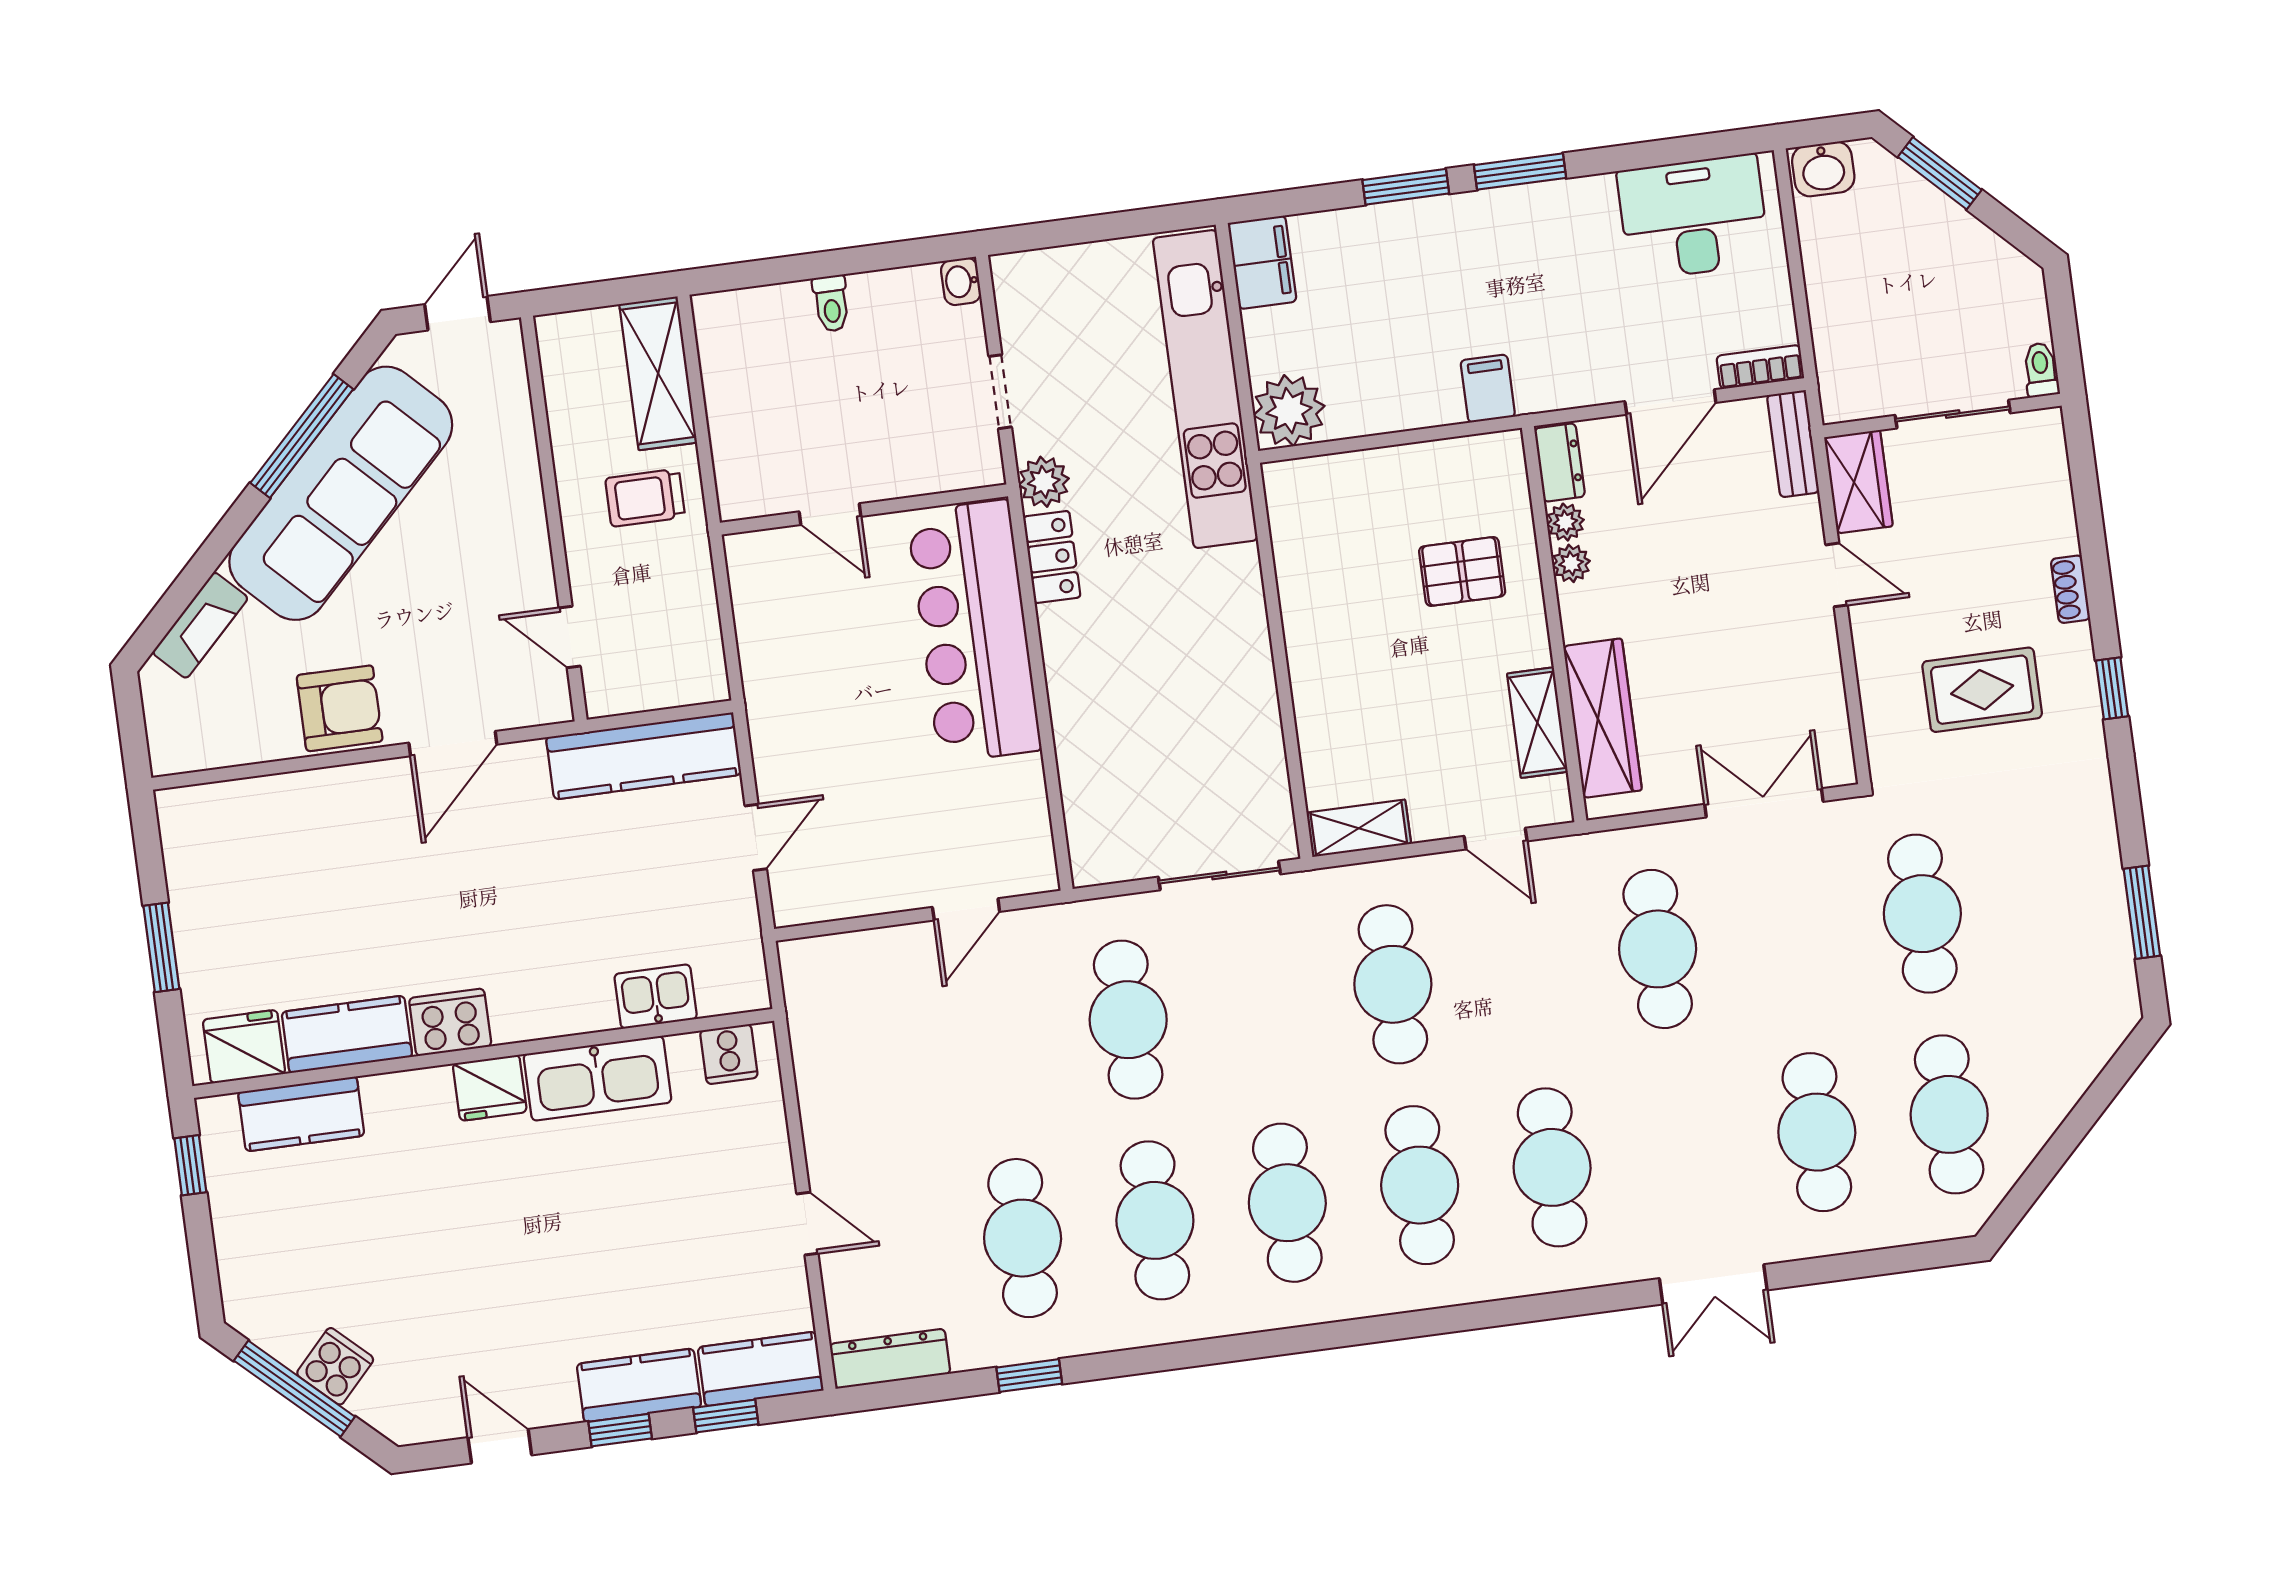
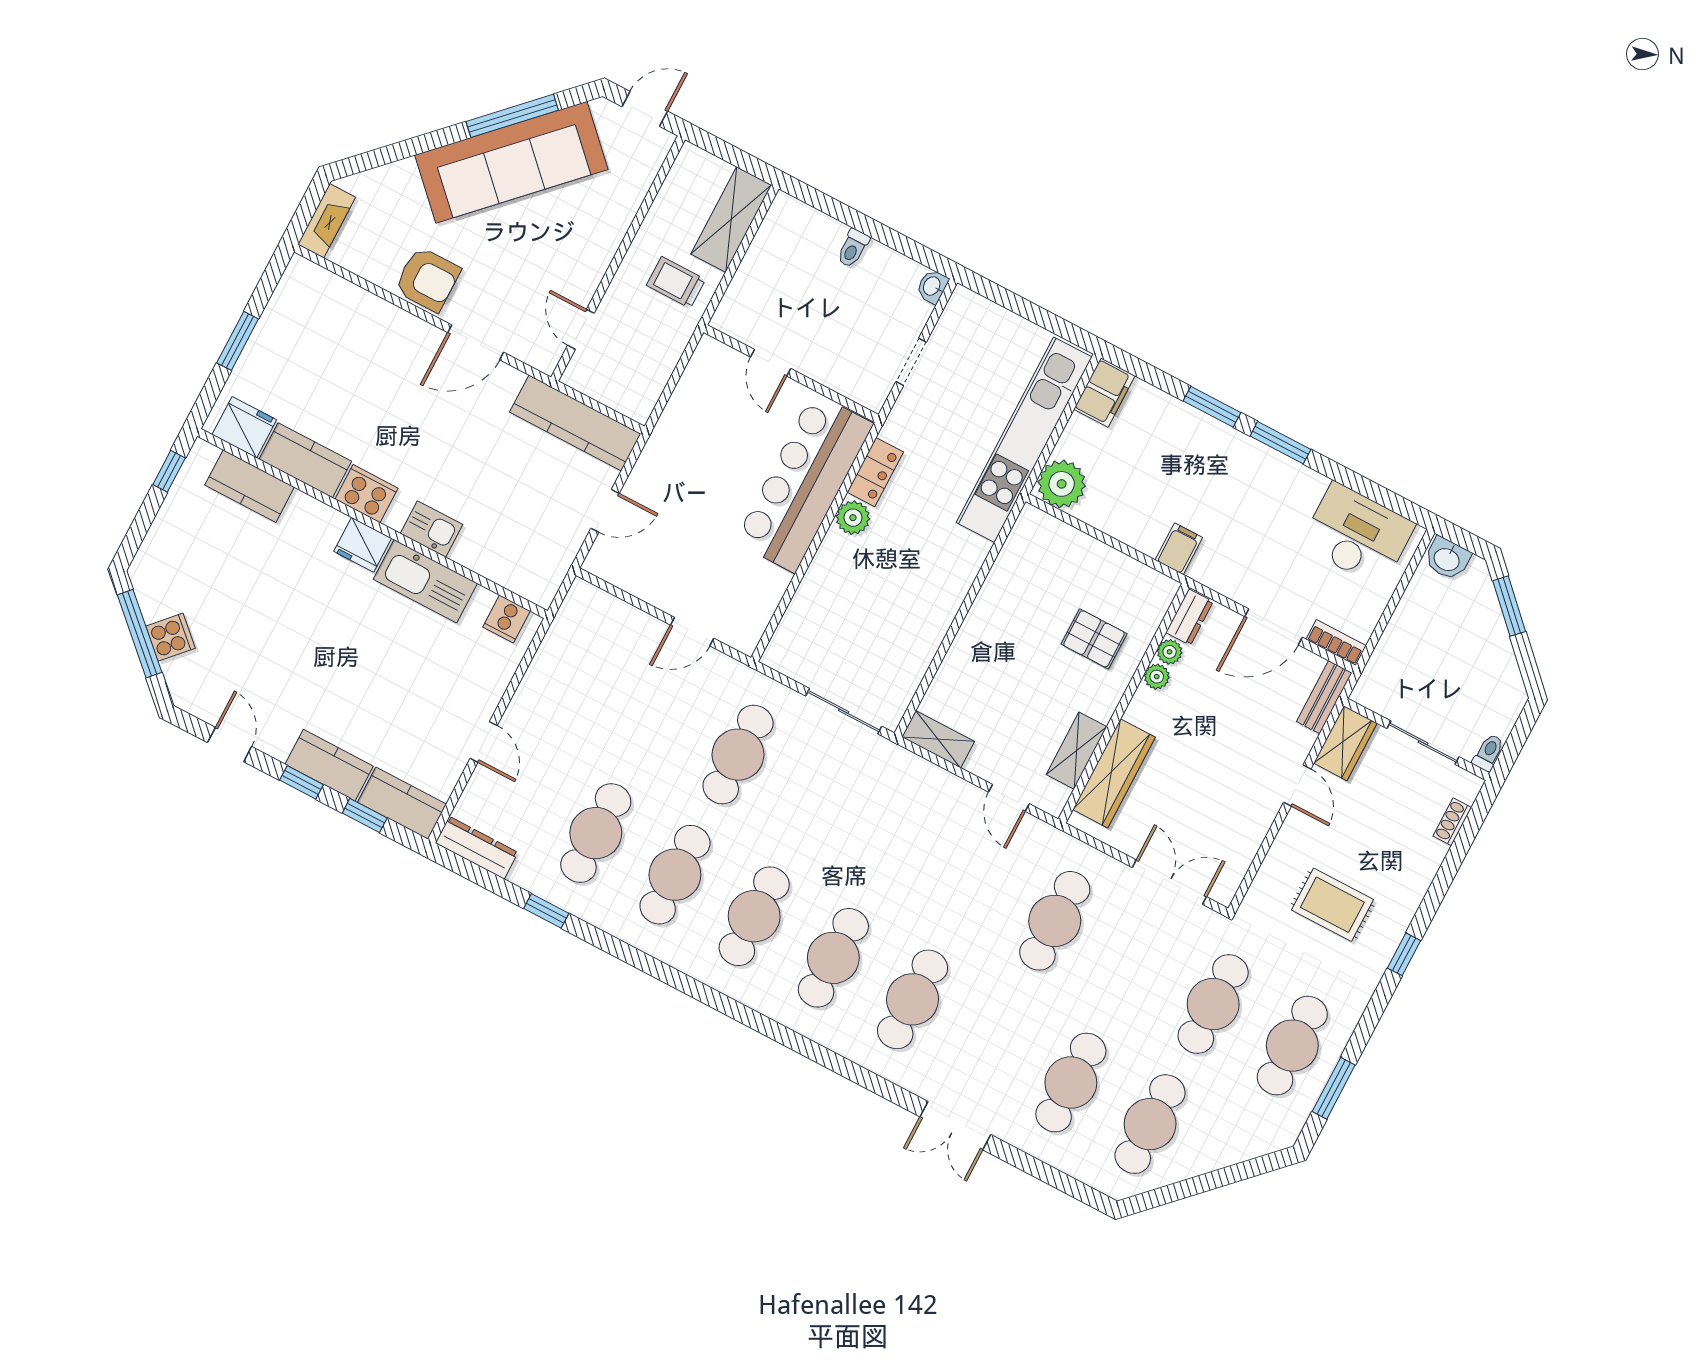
plant: (1044, 482) -> (853, 518), moved
shoe rack: (2070, 589) -> (1452, 822), moved
fireplace: (200, 625) -> (327, 221), moved, turned -45
cafe table: (1393, 984) -> (1292, 1046), moved
kitchen sink: (656, 996) -> (431, 529), moved

